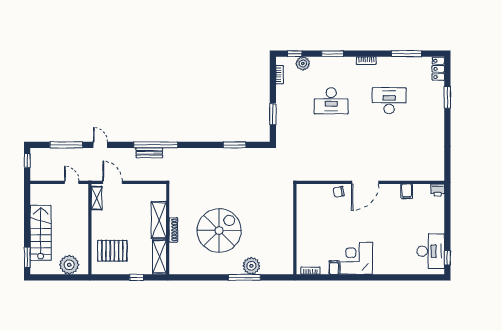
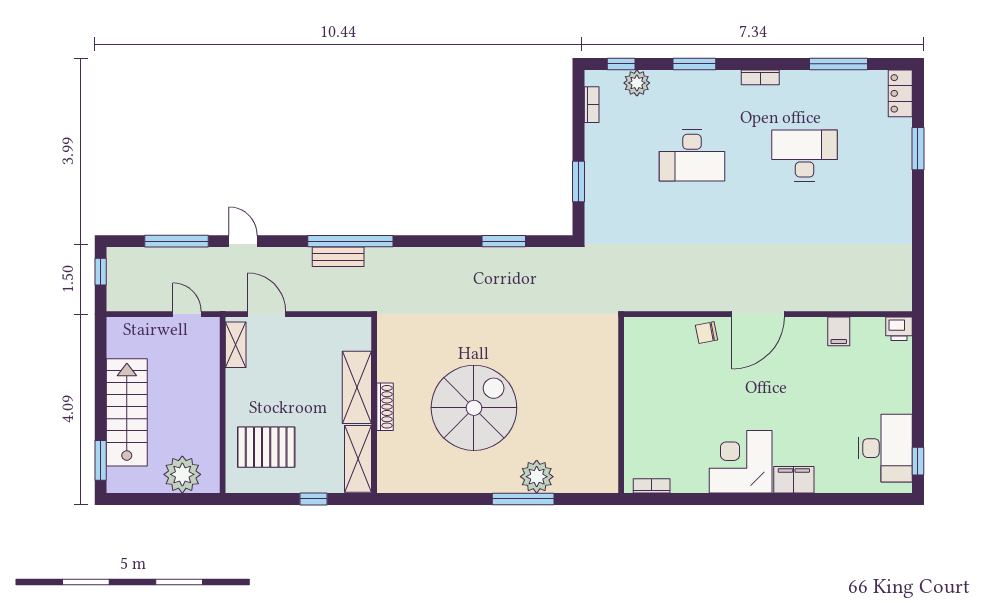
filing cabinet: (334, 268) -> (794, 480), moved, width x2.00

